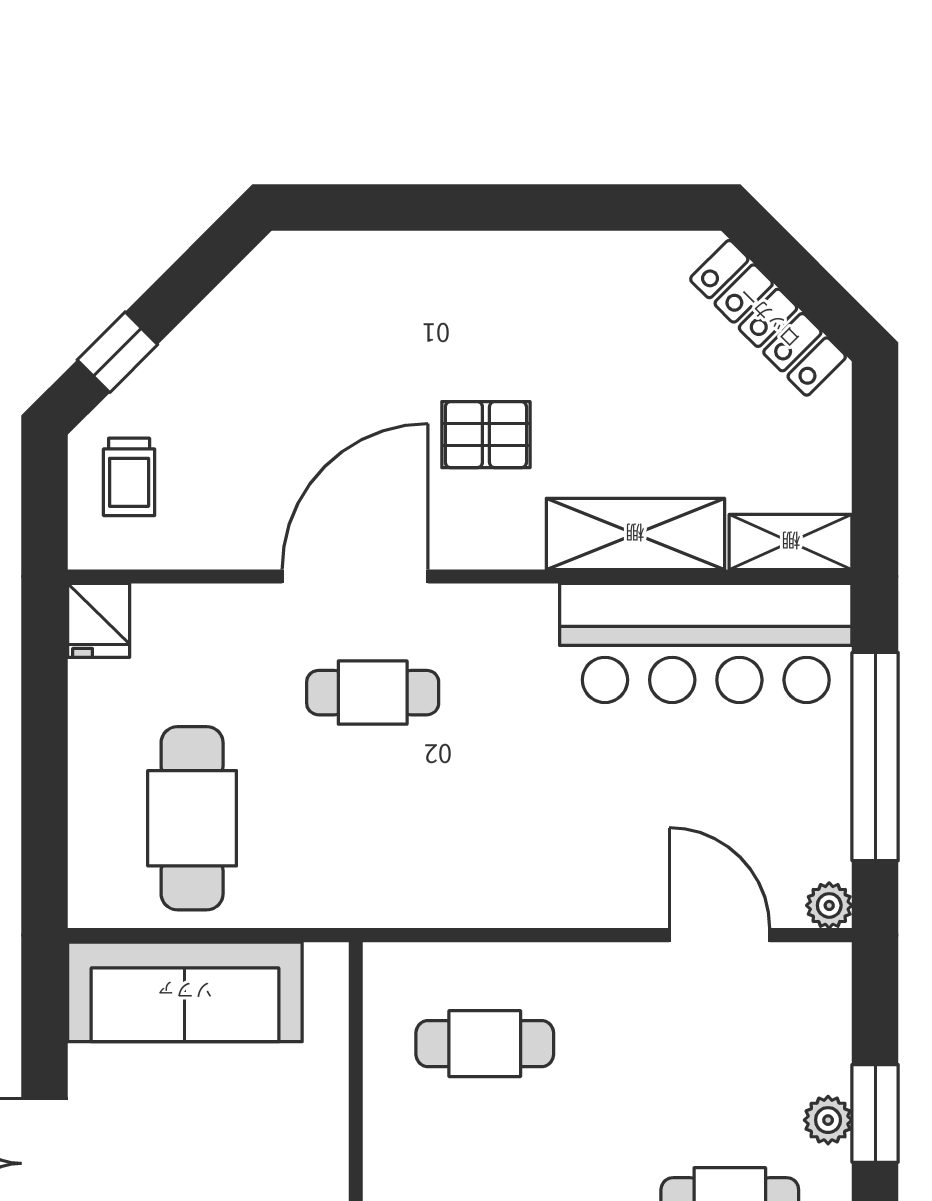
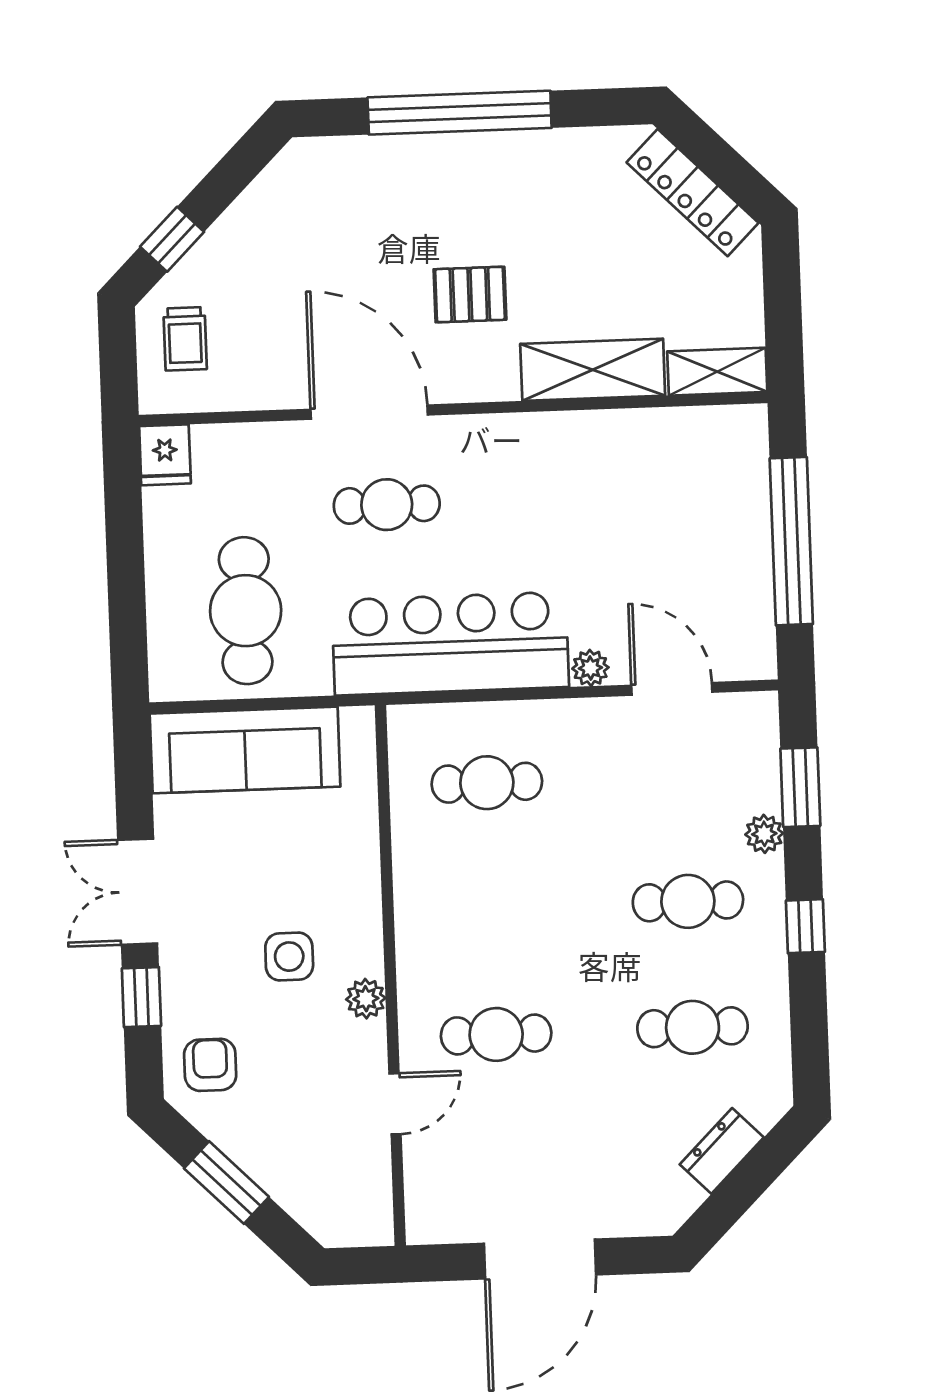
window: (481, 208) -> (460, 113), added
door: (355, 577) -> (369, 412), hinge flipped
bar counter: (706, 643) -> (450, 644), moved, turned 180
plant: (829, 905) -> (590, 668), moved
window: (875, 1113) -> (800, 787), moved

